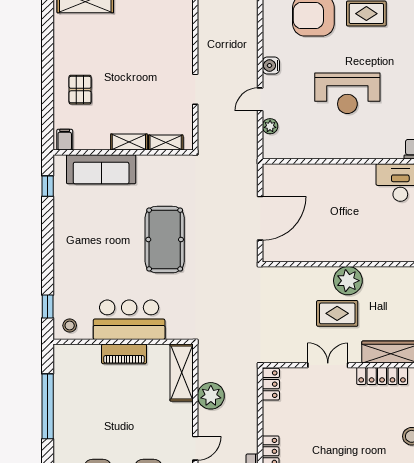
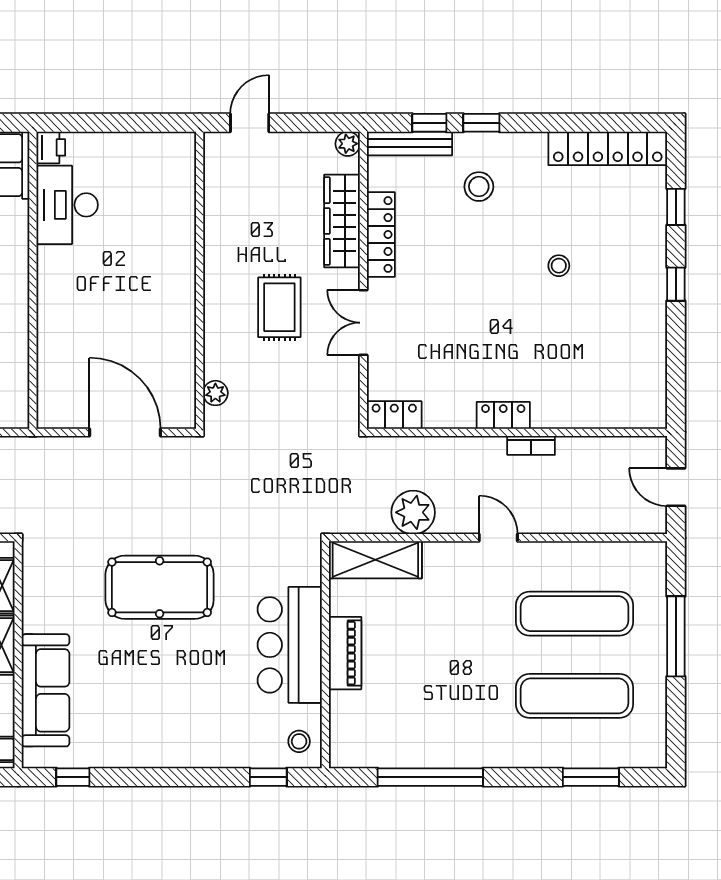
plant: (348, 281) -> (215, 393), moved, width x0.53, depth x0.53

